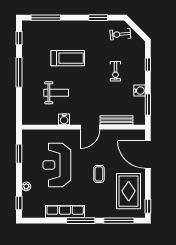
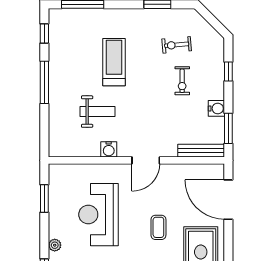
exercise bike: (120, 34) -> (177, 45), moved
treadmill: (68, 58) -> (114, 62), turned -90
bench: (116, 120) -> (201, 151), moved

